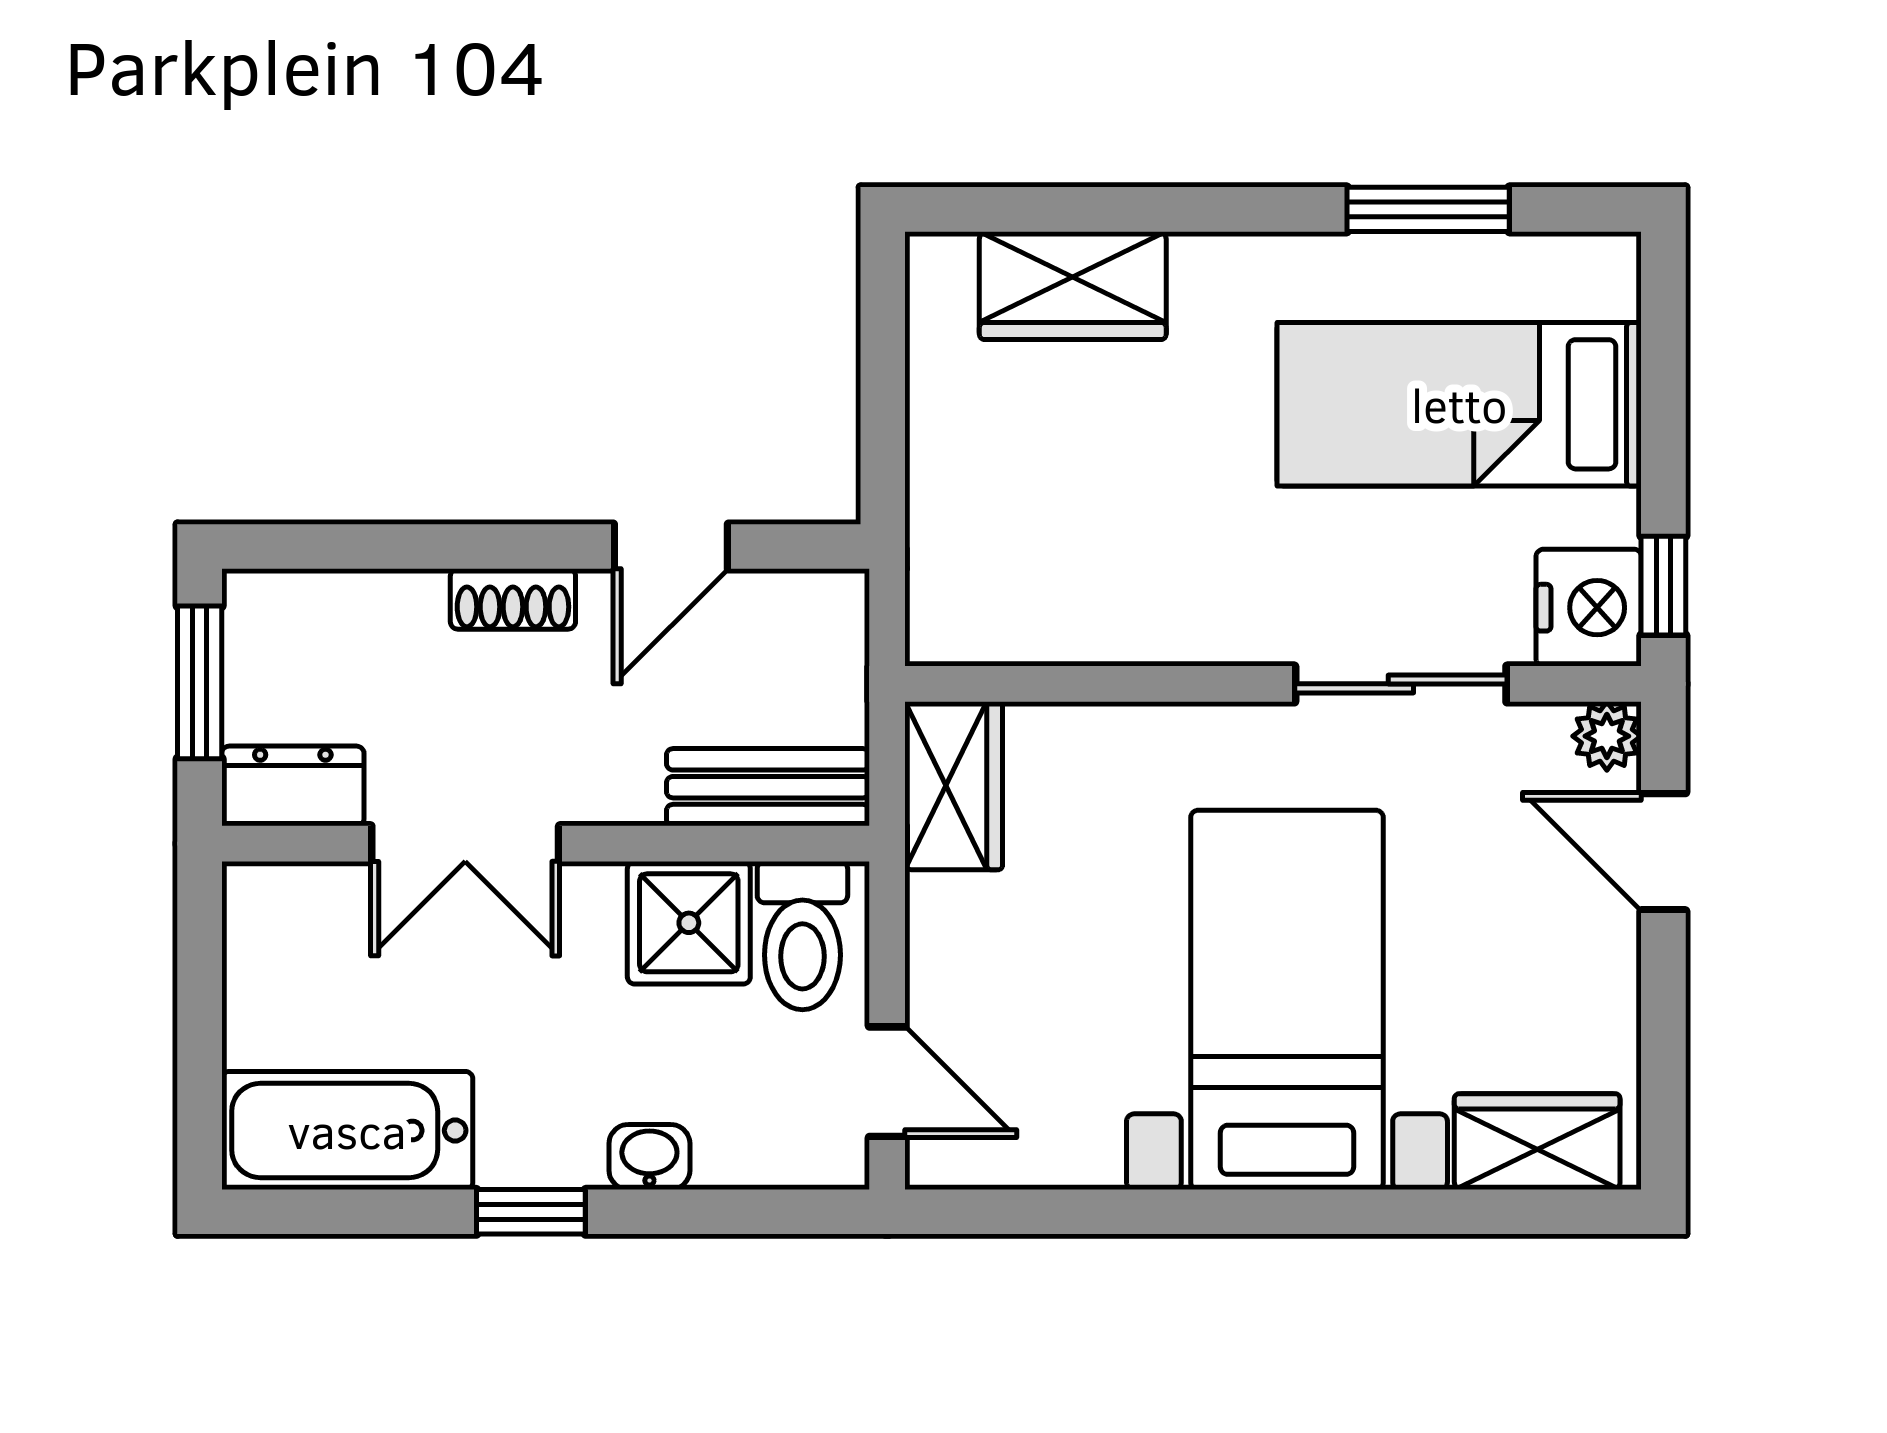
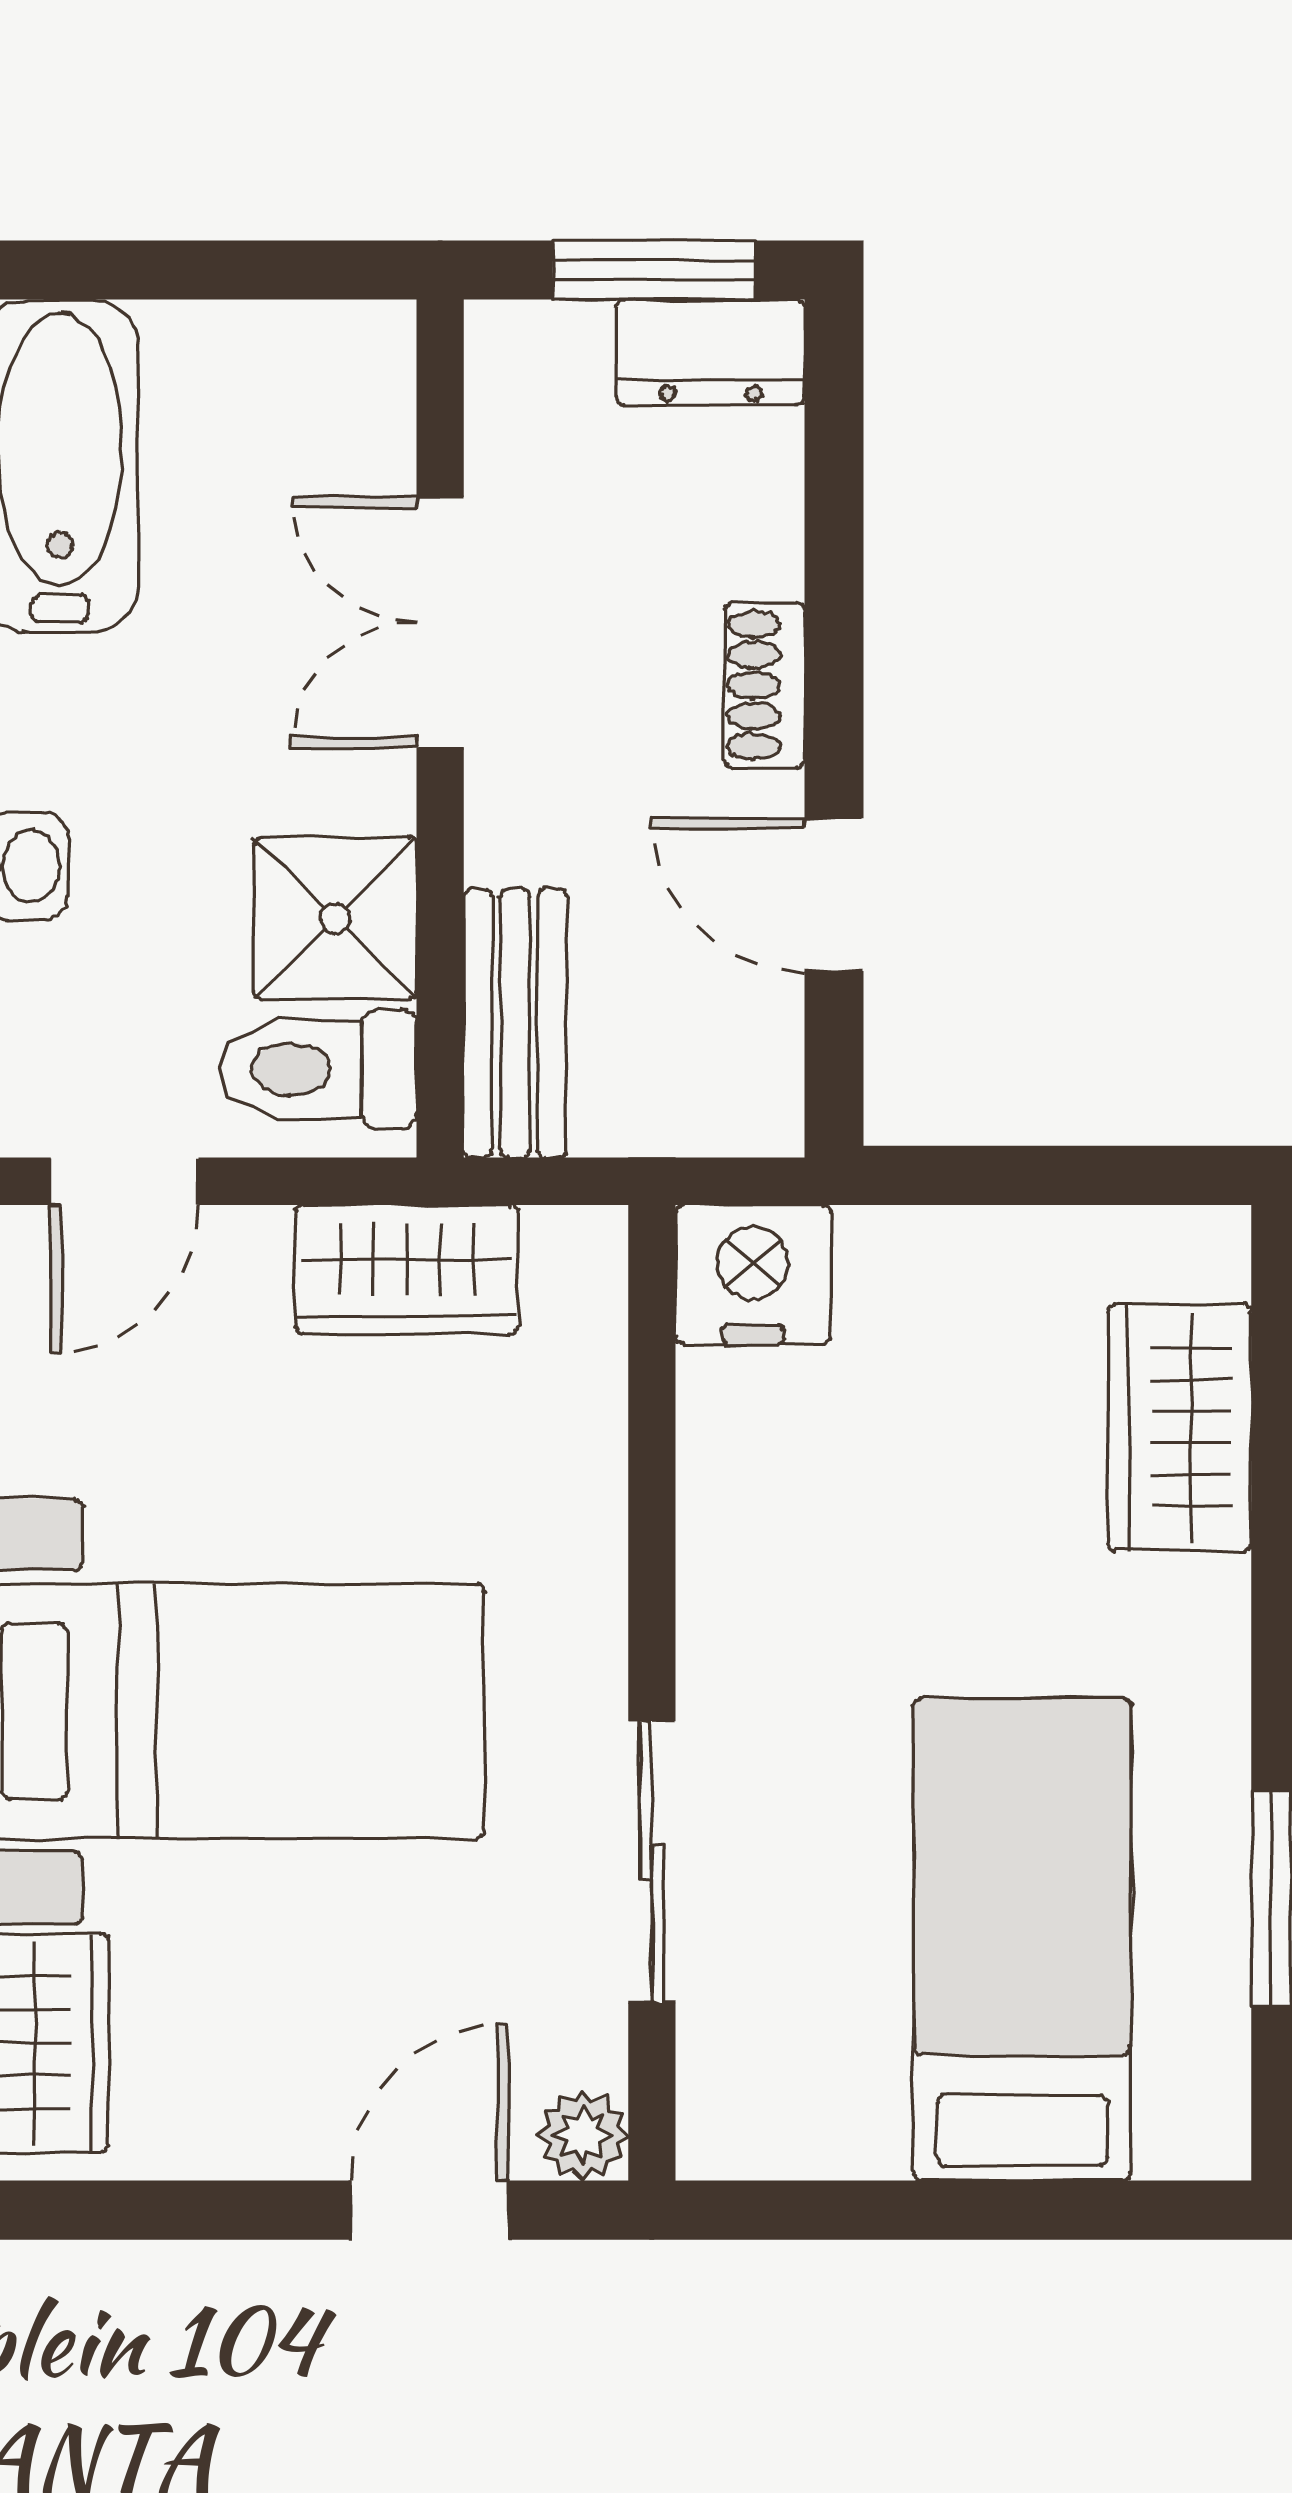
window: (1663, 586) -> (782, 2210), removed
nightstand: (1589, 608) -> (753, 1274), moved, turned 180
dresser: (293, 786) -> (710, 352), moved, turned 90
wardrobe: (954, 786) -> (407, 1269), moved

